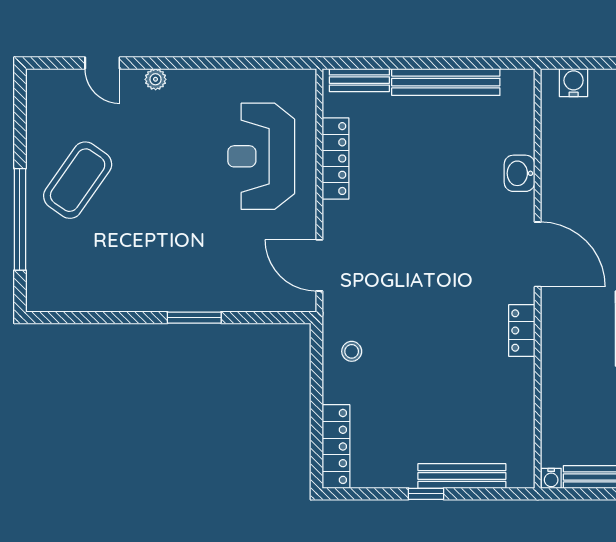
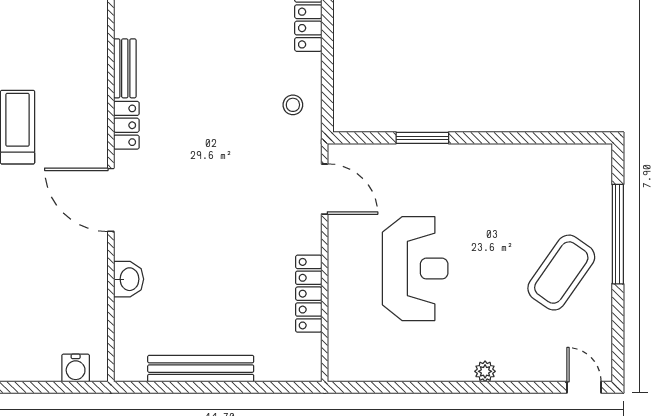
door: (102, 63) -> (584, 387), moved
bench: (359, 80) -> (125, 68), moved, turned 90
reception desk: (261, 156) -> (415, 269), moved
window: (194, 318) -> (422, 138), moved

